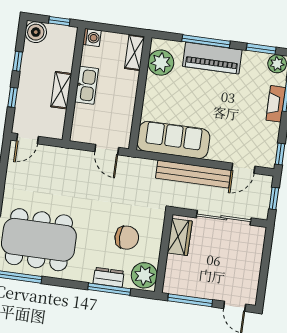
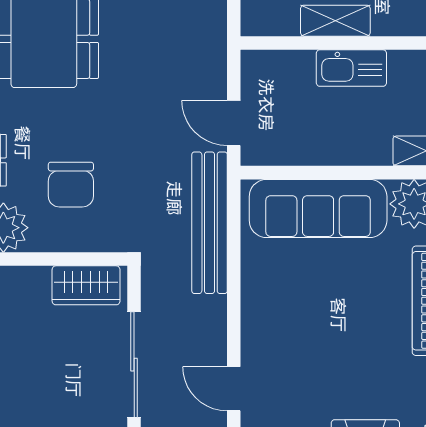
sofa: (173, 140) -> (318, 208), moved, turned 90
door: (107, 150) -> (234, 123), hinge flipped
bench: (193, 174) -> (210, 223), moved

